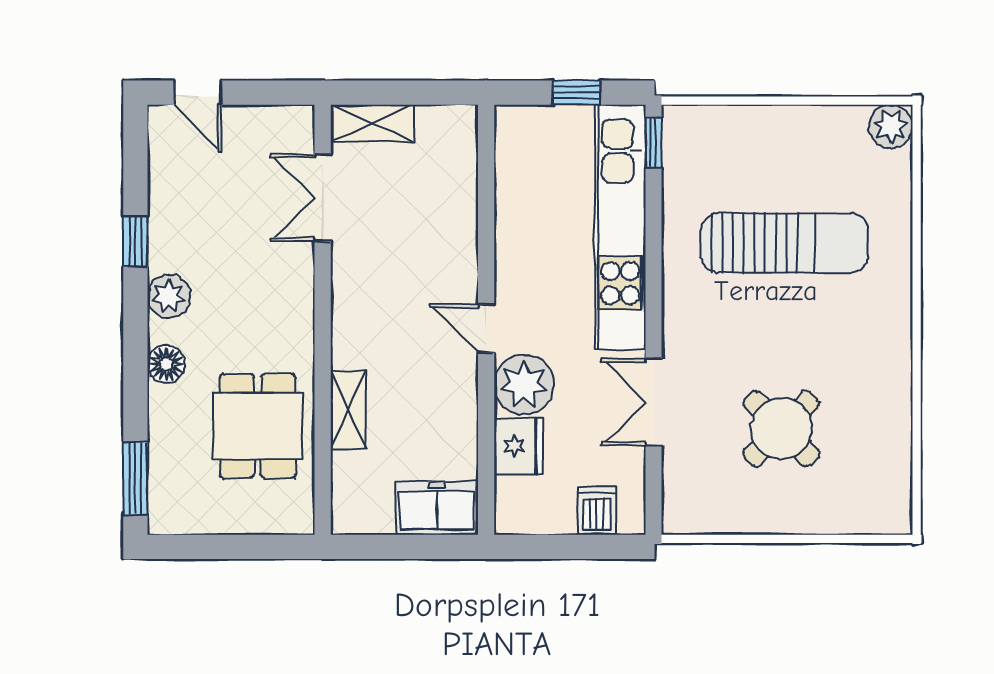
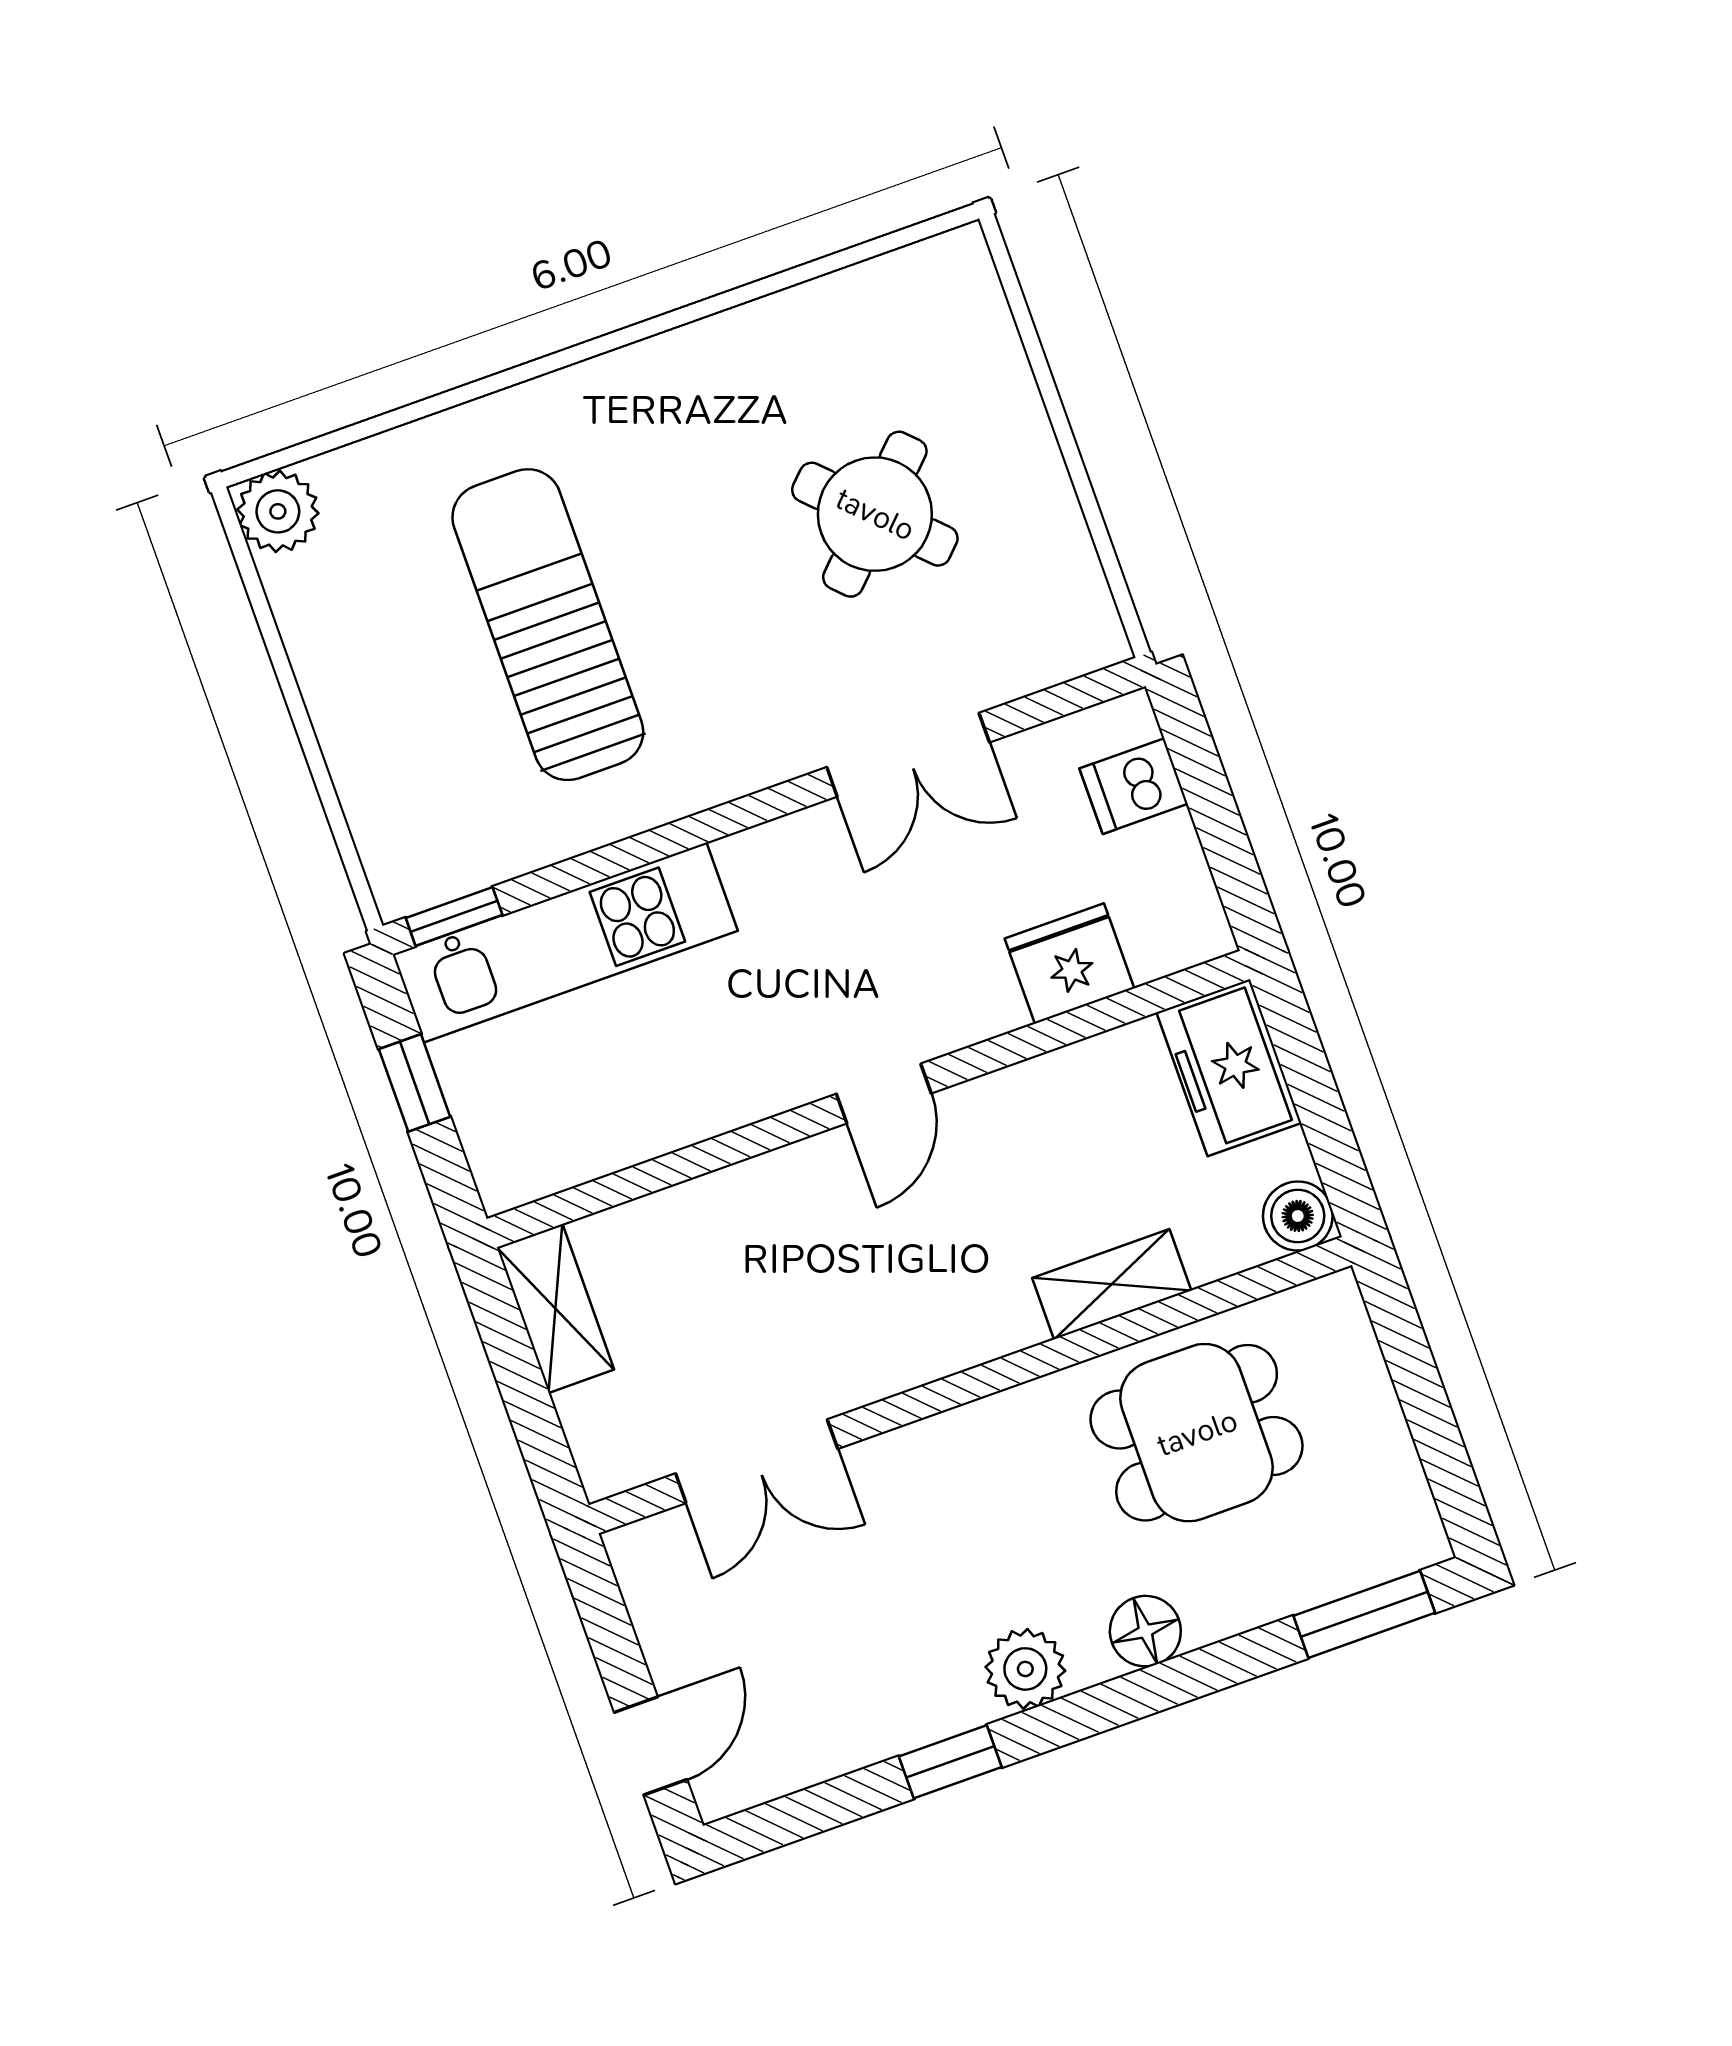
shelving: (372, 123) -> (555, 1308), moved
kitchen unit: (620, 227) -> (565, 942), width x0.73
plant: (524, 385) -> (958, 992), removed
boiler: (349, 516) -> (1298, 1216), added

